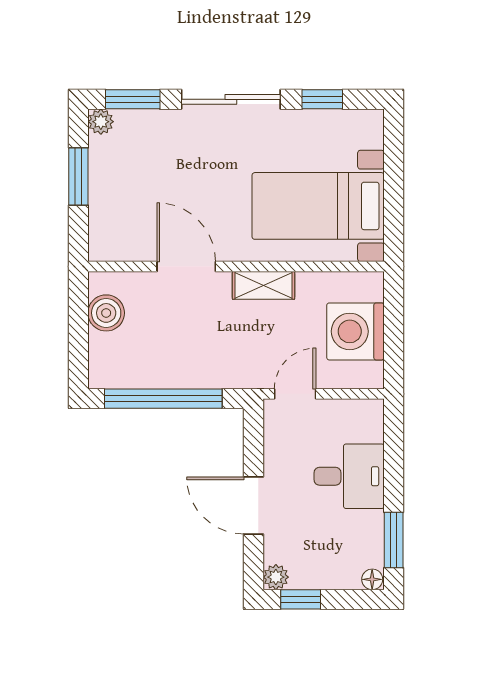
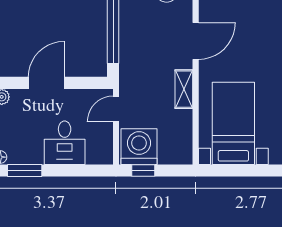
washing machine: (355, 331) -> (139, 147), moved
window: (394, 350) -> (143, 170), added
door: (295, 394) -> (116, 109), swing flipped

